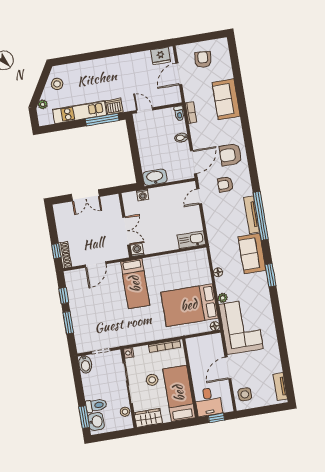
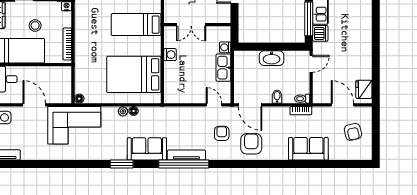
armchair: (203, 60) -> (353, 132), turned 71
washbasin: (155, 177) -> (272, 58), moved, turned 90
kitchen sink: (191, 240) -> (223, 68), moved, turned 180
washing machine: (137, 250) -> (170, 55), moved
plant: (223, 298) -> (123, 111), moved
bed: (189, 305) -> (134, 74), moved, turned -90

